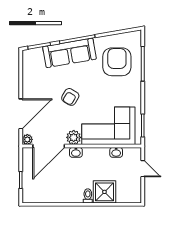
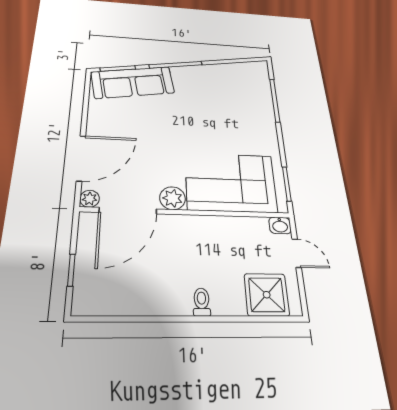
sofa: (69, 53) -> (133, 82), moved
armchair: (117, 62) -> (236, 96), removed
armchair: (70, 97) -> (166, 138), removed
washbasin: (76, 152) -> (177, 223), removed
washbasin: (116, 152) -> (280, 225), moved
shower: (104, 192) -> (267, 295), moved

